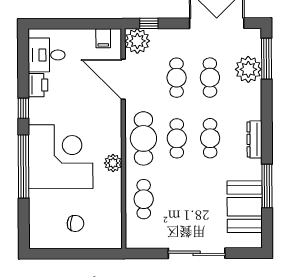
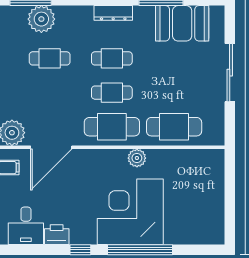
cafe table: (177, 78) -> (50, 93), removed
cafe table: (144, 199) -> (174, 127), width x1.37, depth x1.35
chair: (75, 223) -> (199, 197), removed

